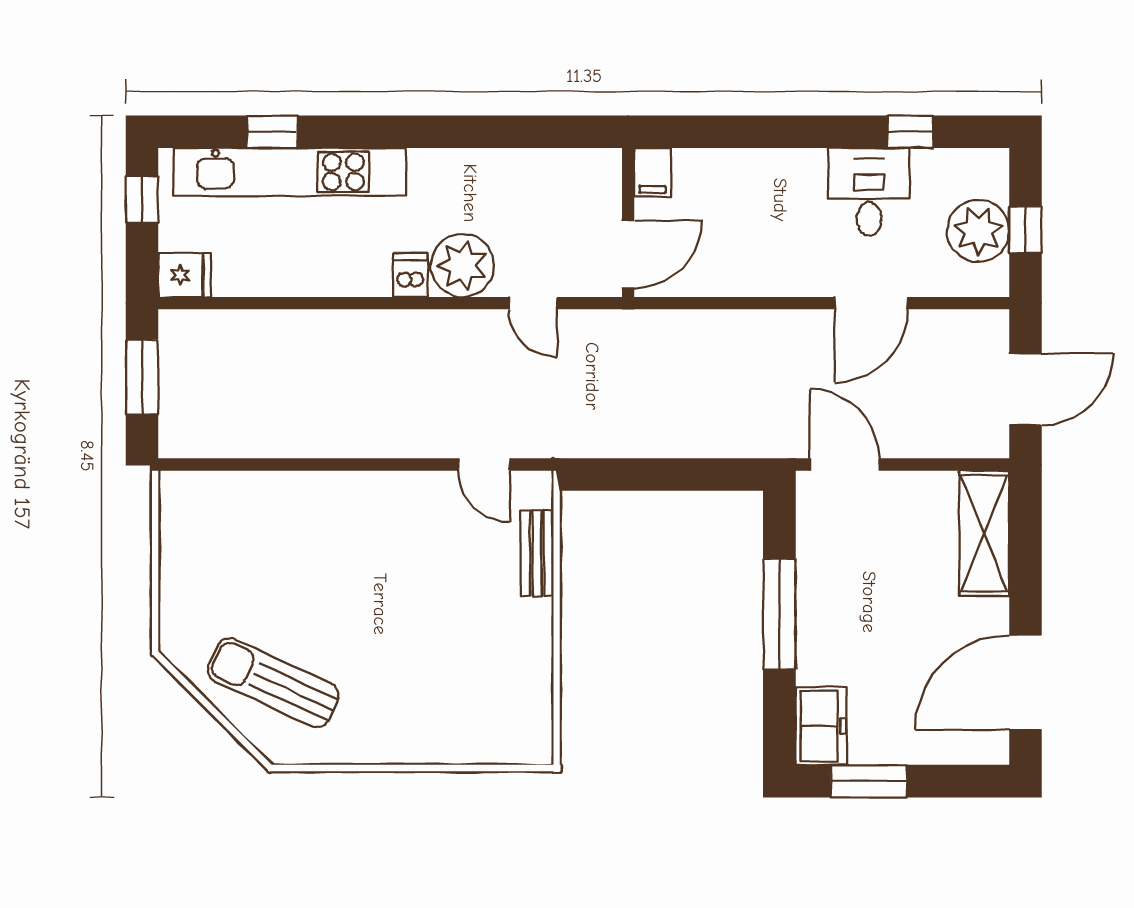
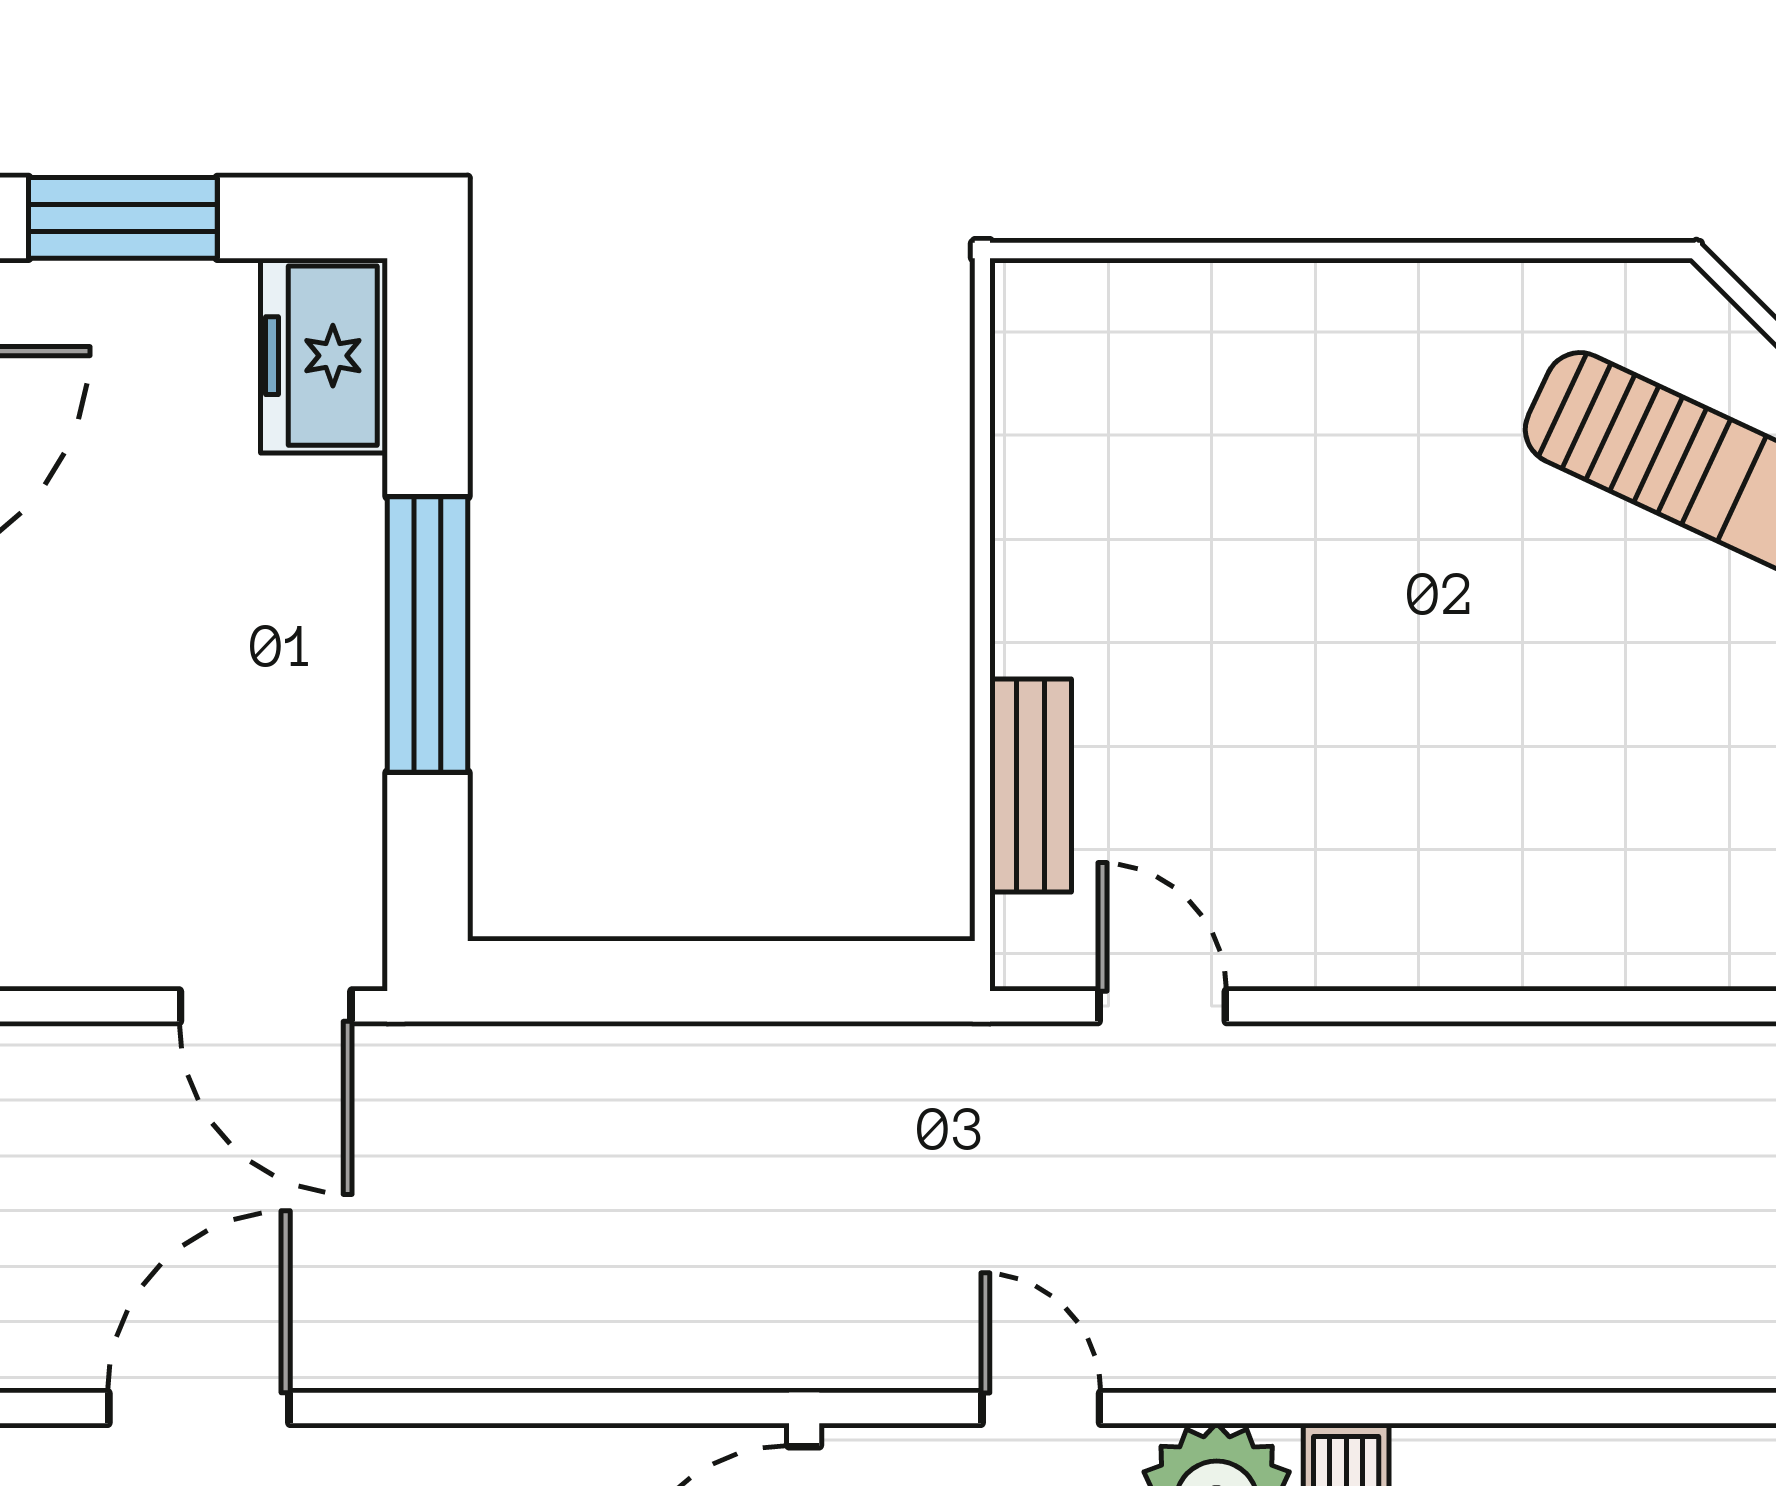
window: (869, 781) -> (123, 218), moved

